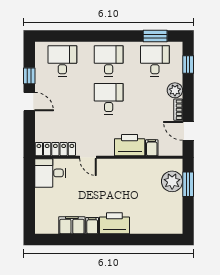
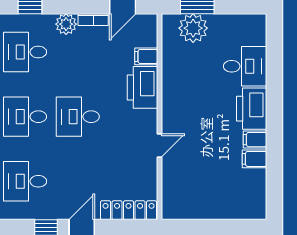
locker: (55, 149) -> (129, 210), moved, turned 90
desk: (50, 173) -> (245, 66), moved, turned -90
filing cabinet: (72, 225) -> (254, 159), width x0.50

